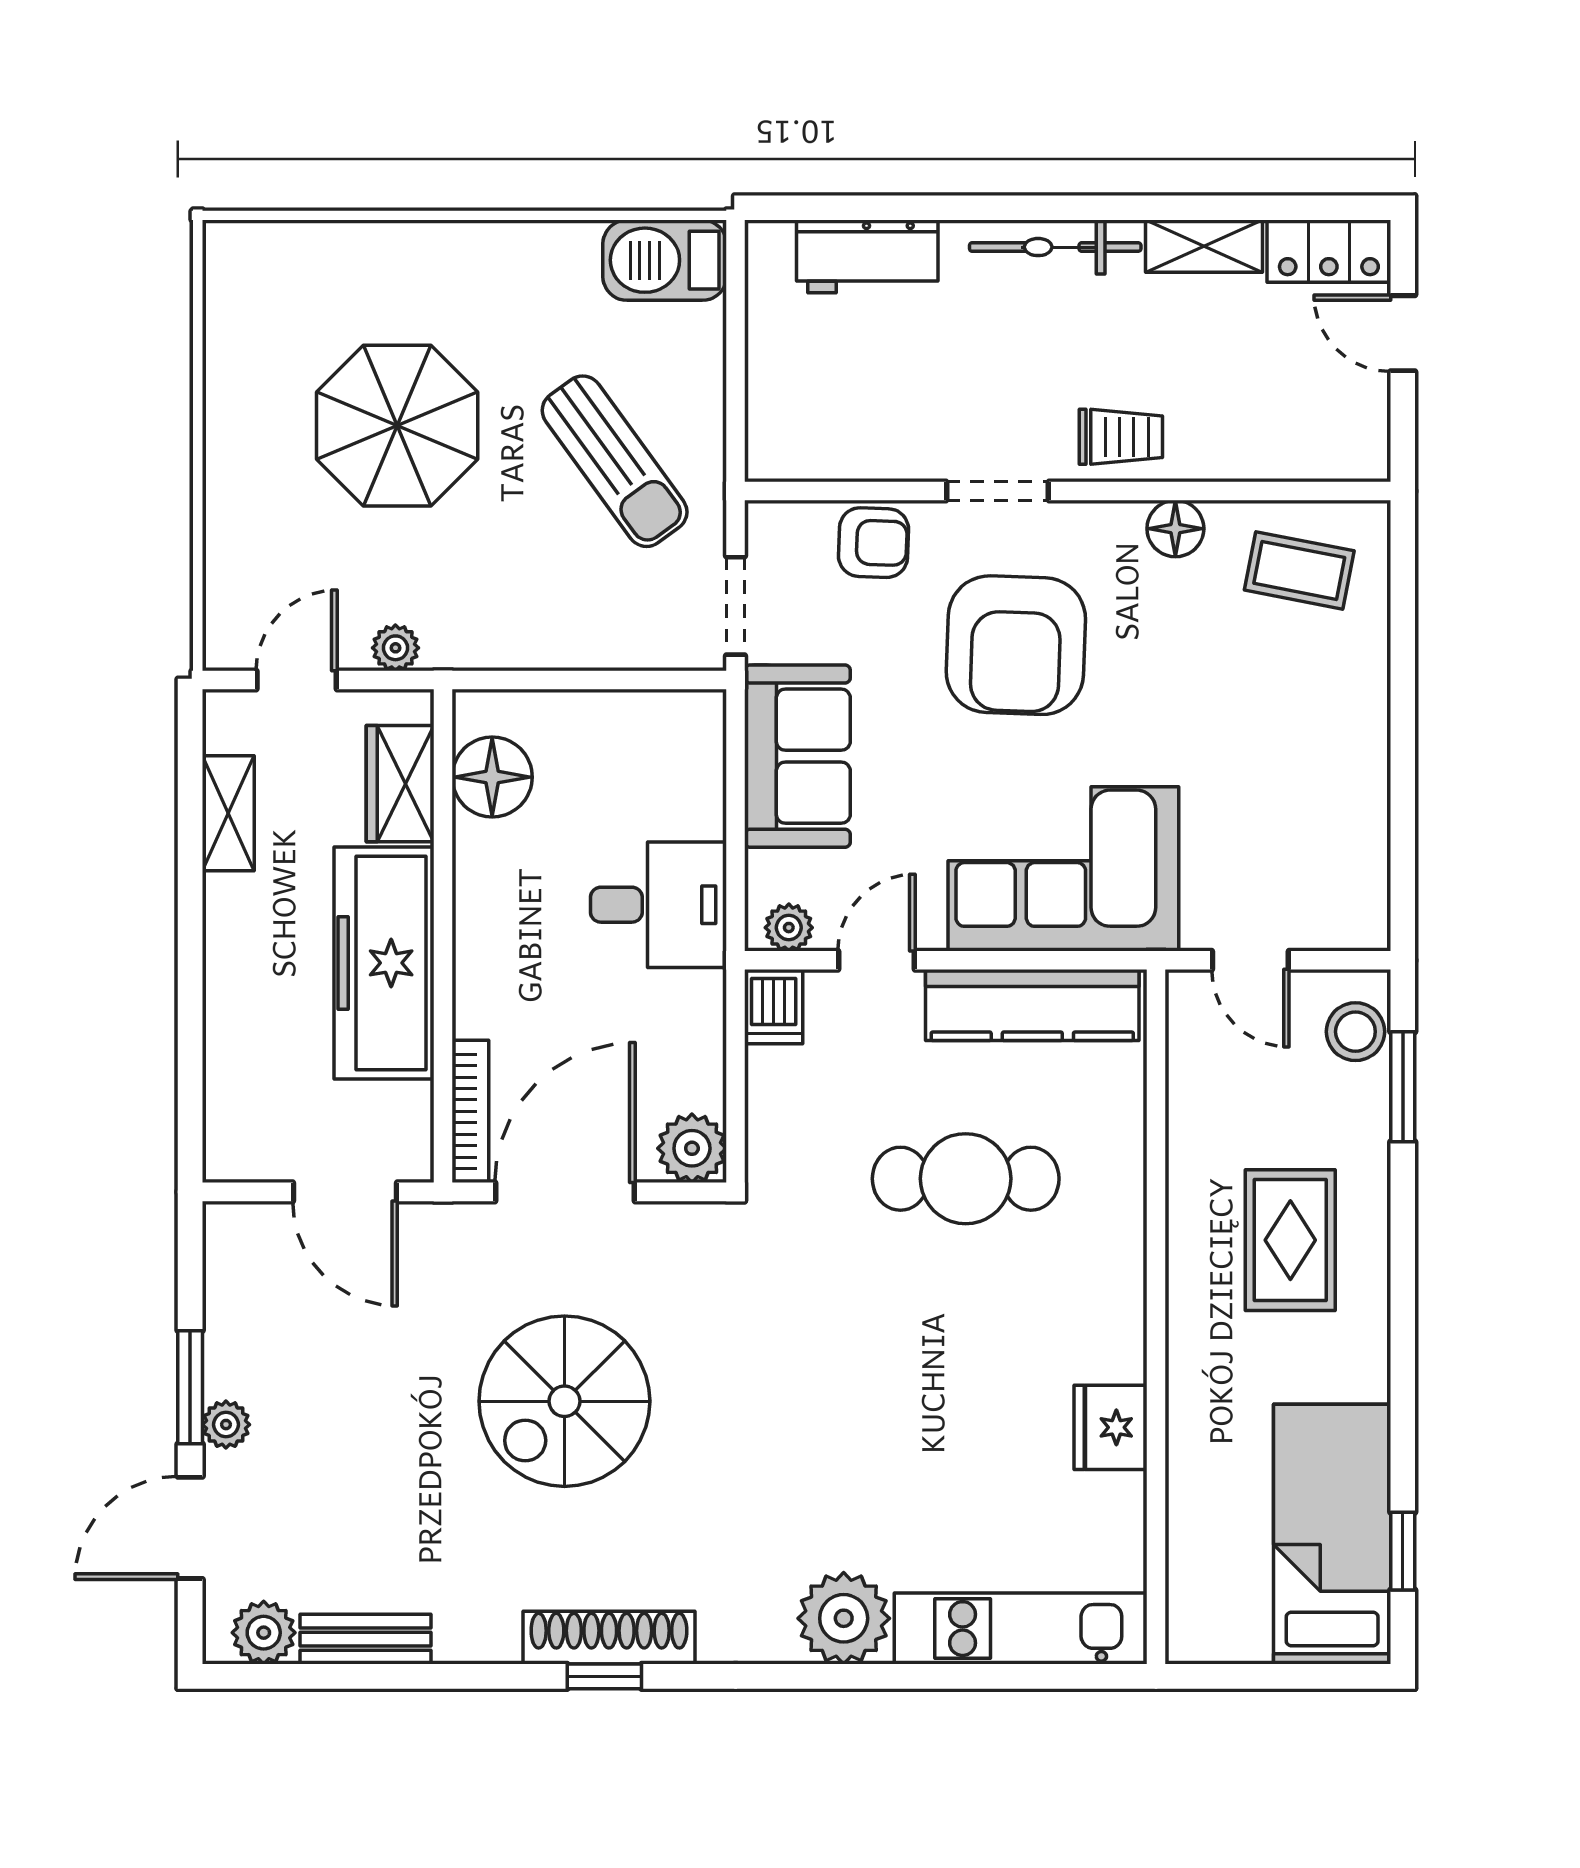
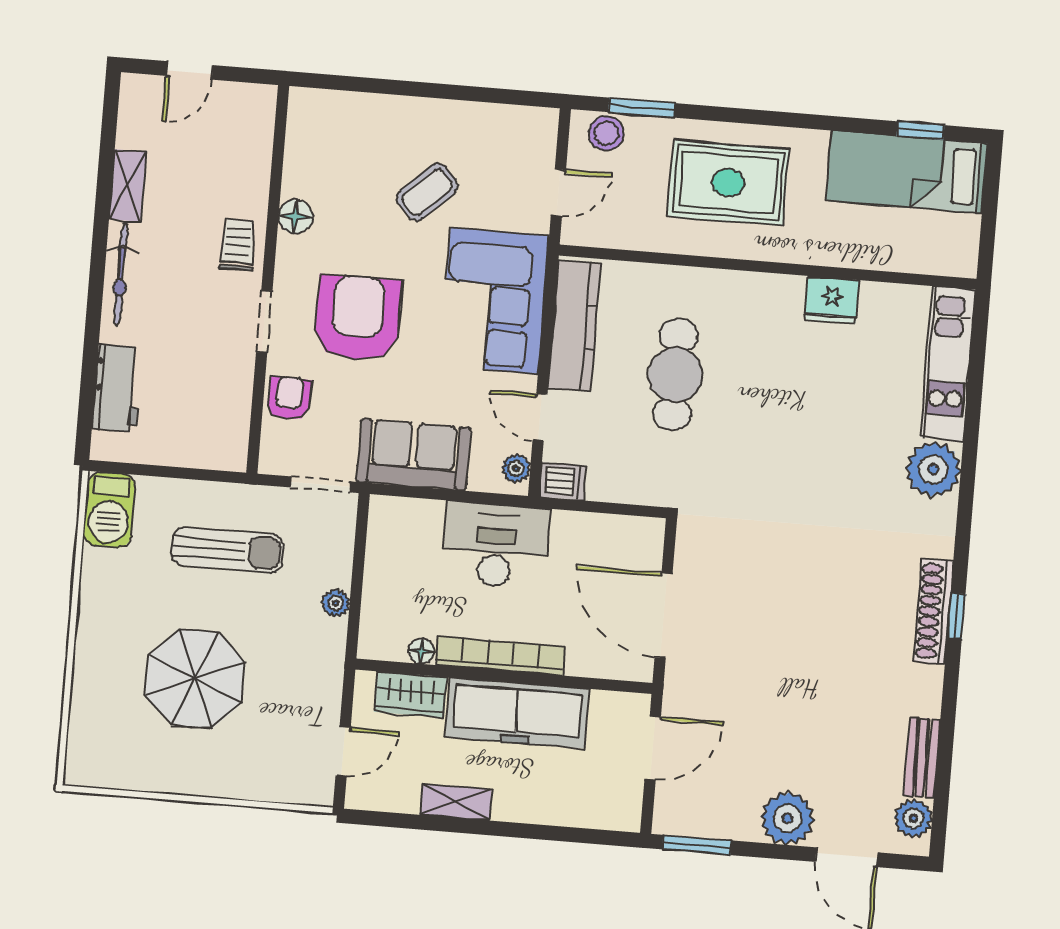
locker: (1329, 251) -> (137, 111), removed
sun lounger: (615, 461) -> (227, 550), turned 36
coffee table: (1299, 570) -> (427, 192), moved, turned 36
armchair: (1016, 645) -> (358, 318), turned -92
plant: (395, 648) -> (336, 603), moved
door: (297, 680) -> (343, 751), swing flipped
floor lamp: (492, 777) -> (421, 651), width x0.53, depth x0.53
shelving: (228, 813) -> (456, 802), moved
desk: (658, 905) -> (496, 545), width x1.37
bookcase: (470, 1111) -> (500, 656), moved, width x1.48, depth x1.31
plant: (692, 1148) -> (644, 537), removed
rug: (1290, 1240) -> (728, 183), width x1.36, depth x1.43
window: (190, 1387) -> (697, 845), moved
spiral stairs: (564, 1401) -> (789, 626), removed
plant: (226, 1425) -> (787, 818), width x1.87, depth x1.87

